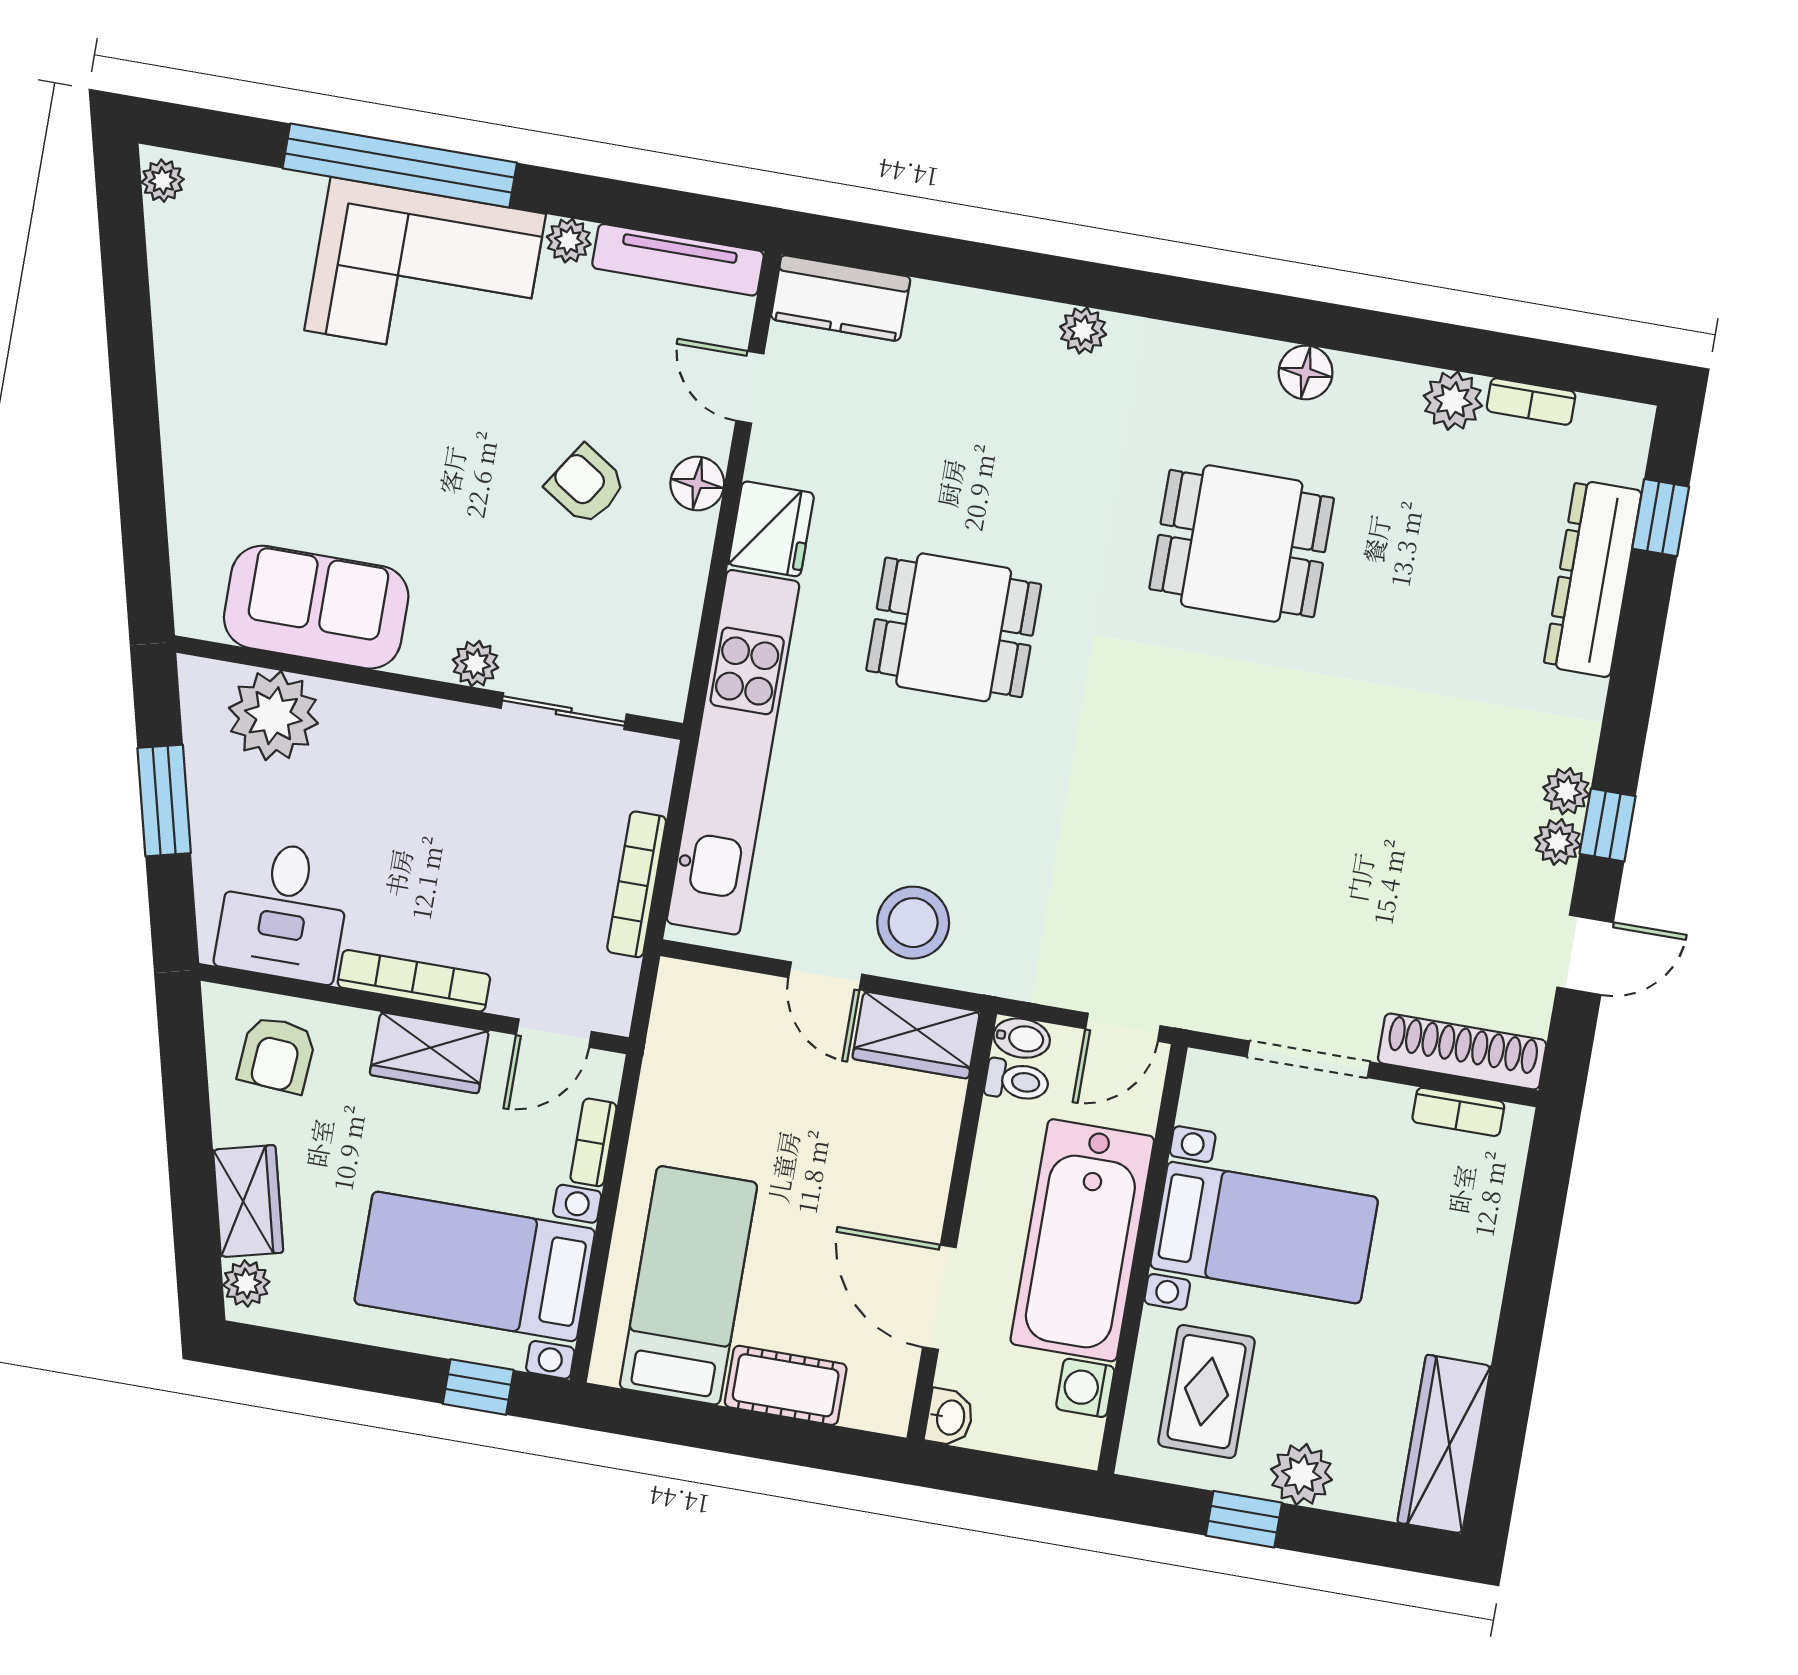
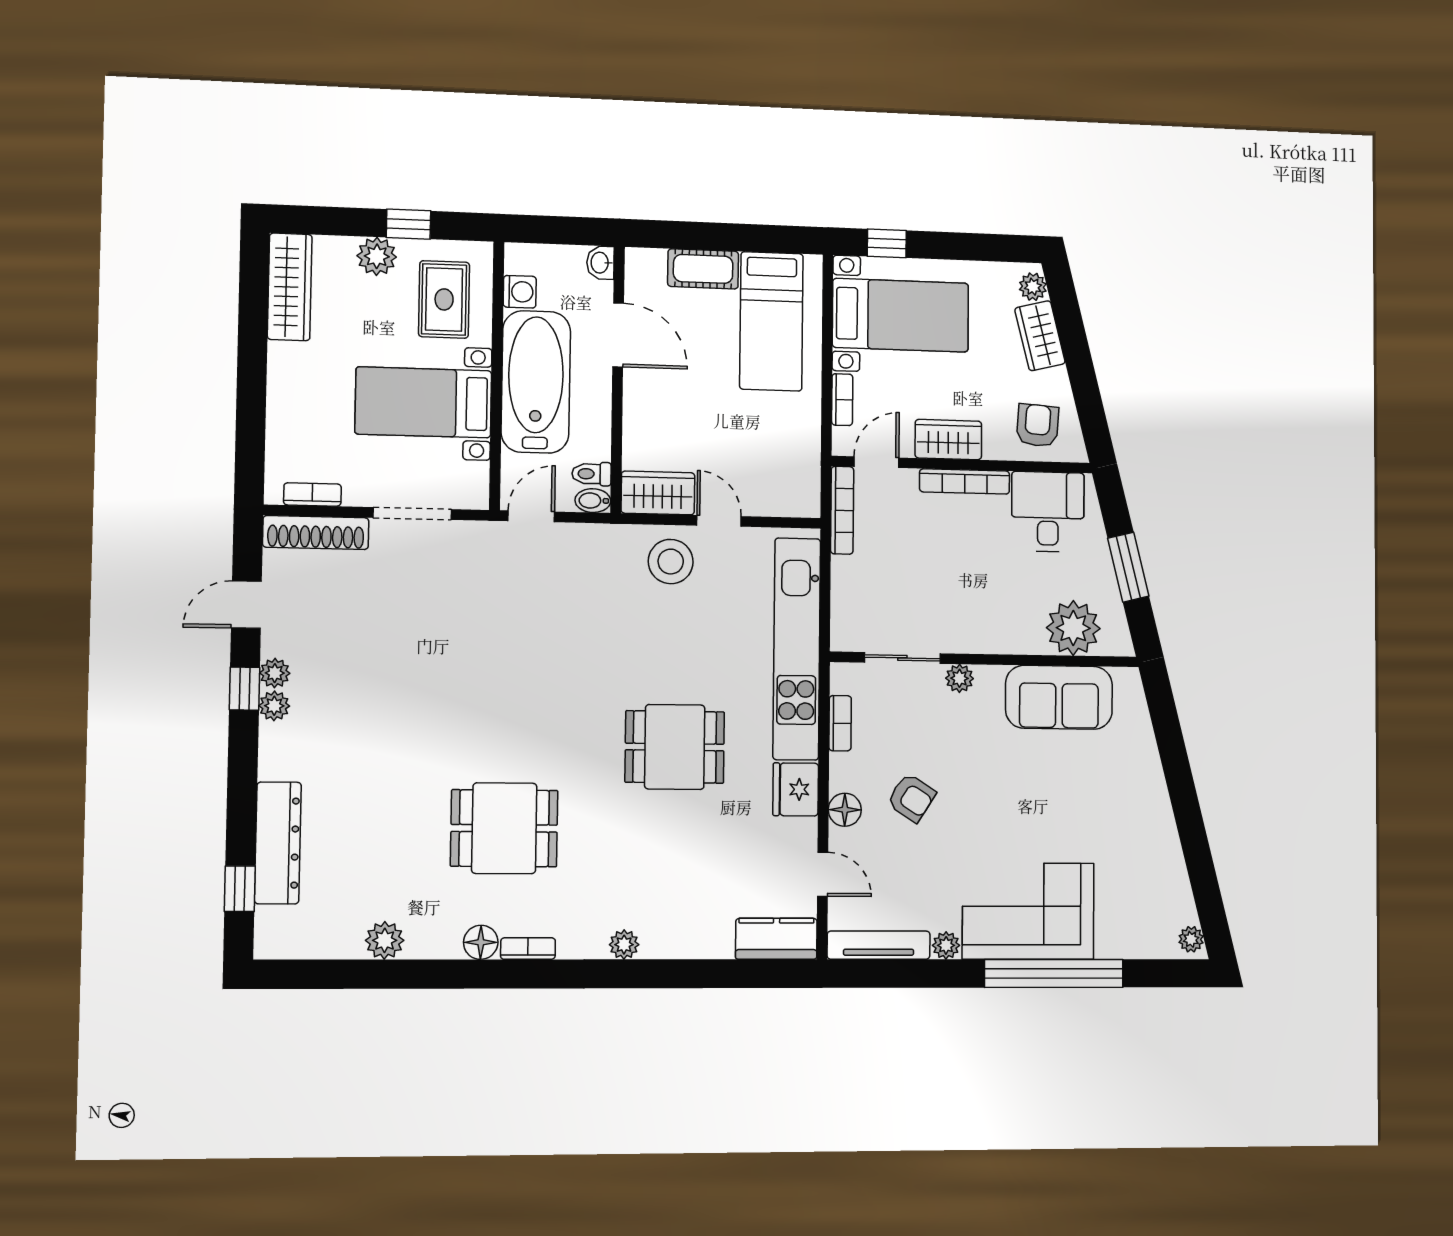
bookcase: (1531, 401) -> (528, 949), moved
bookcase: (682, 623) -> (840, 723), added
bookcase: (637, 884) -> (842, 510), moved

